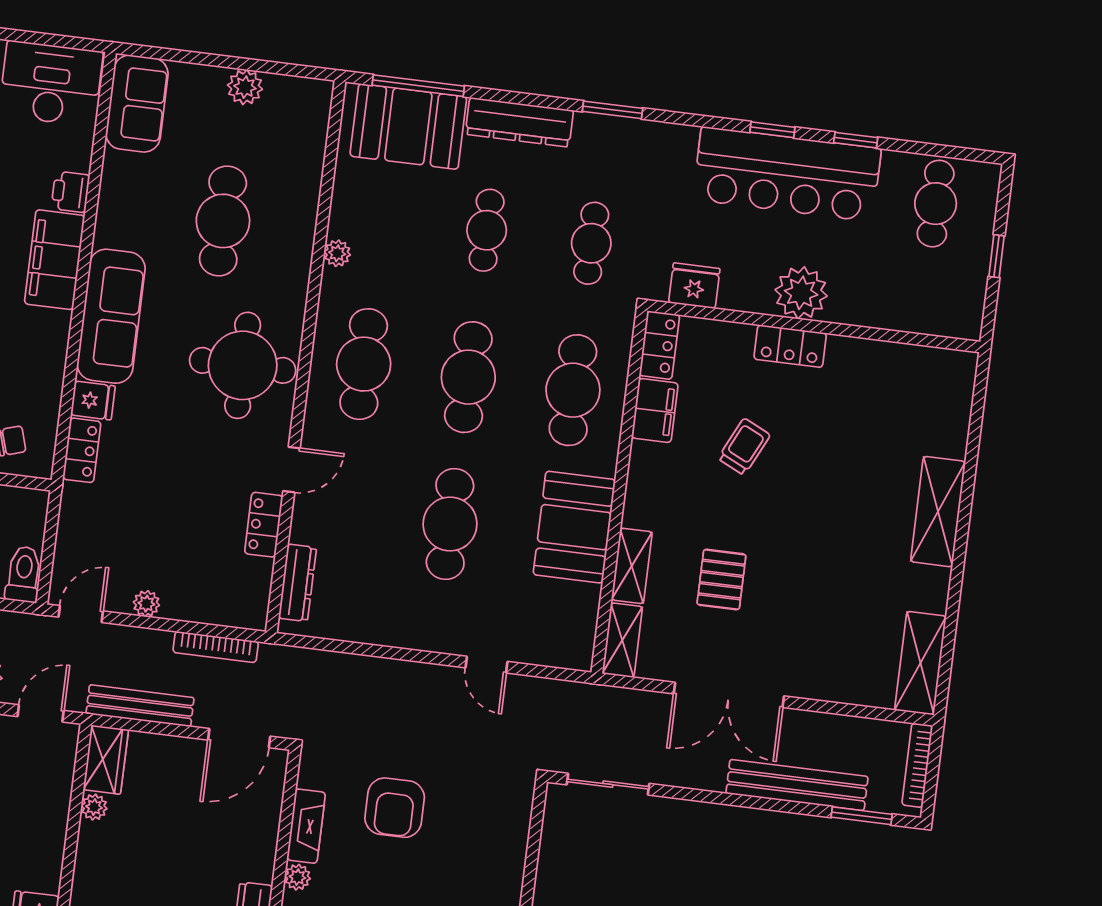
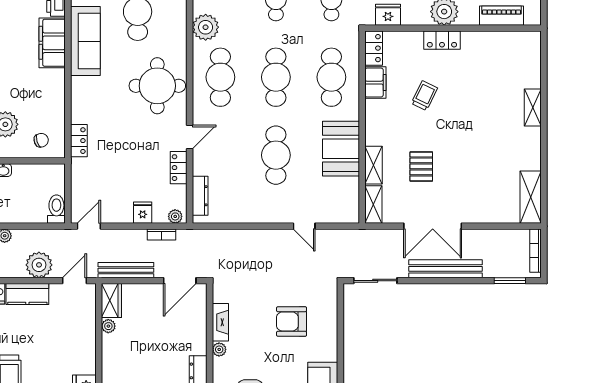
plant: (337, 253) -> (206, 27), width x1.87, depth x1.87
piano: (908, 314) -> (502, 16), added
sofa: (111, 316) -> (85, 41), moved
fridge: (93, 400) -> (143, 213), moved, turned -90
shelving: (938, 512) -> (533, 108), width x0.67, depth x0.75
plant: (146, 604) -> (175, 216), moved
bookcase: (216, 647) -> (161, 235), width x0.64
bench: (797, 785) -> (446, 269), moved
armchair: (395, 808) -> (292, 321), moved, turned 90

